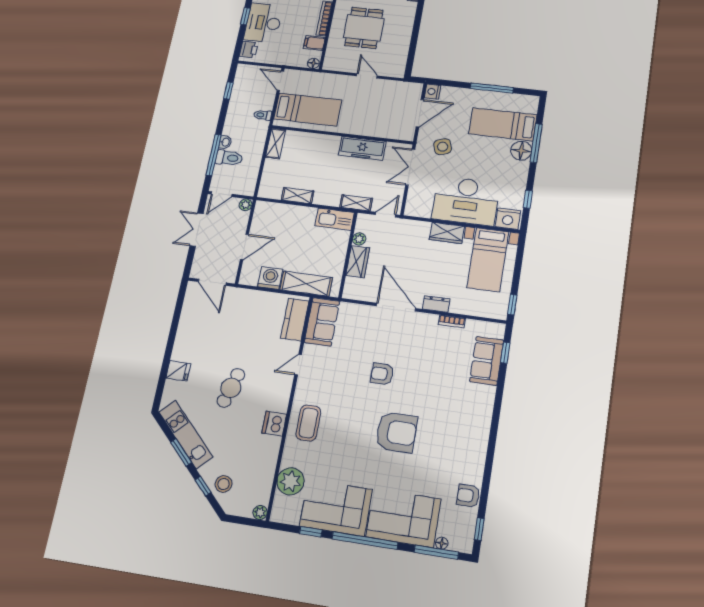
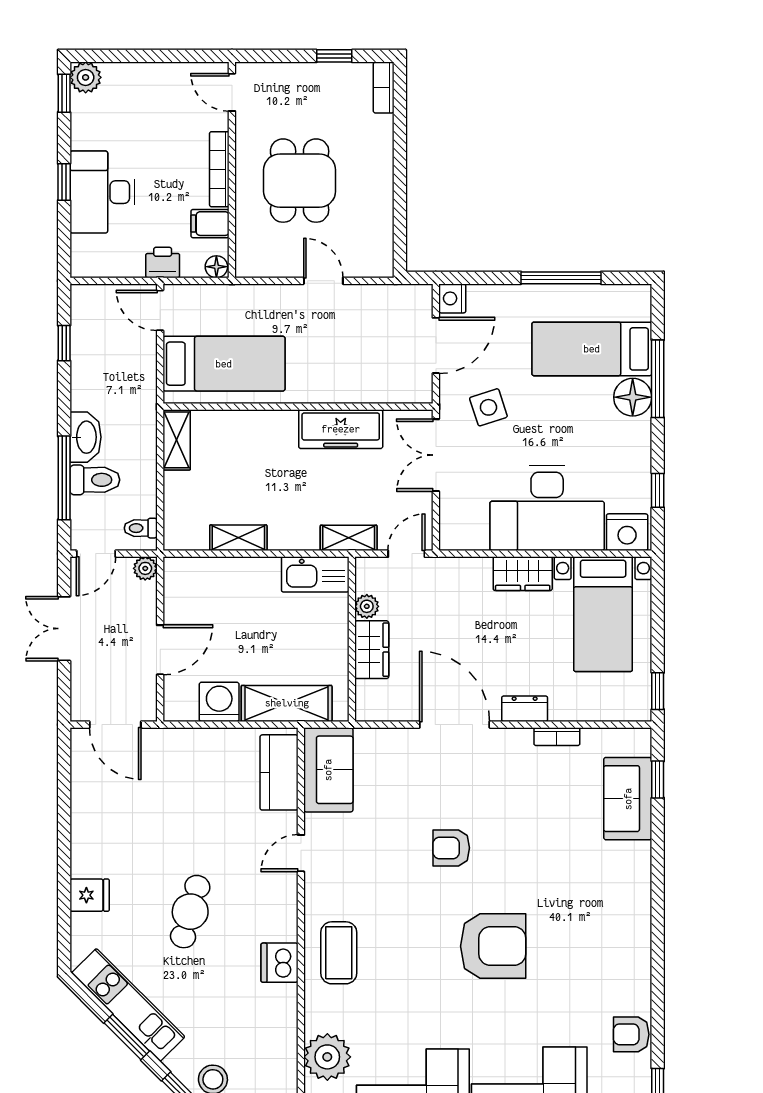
printer: (249, 50) -> (163, 263), moved, turned -90
toilet: (263, 115) -> (141, 528), moved
washbasin: (225, 142) -> (86, 437), width x1.91, depth x1.45

